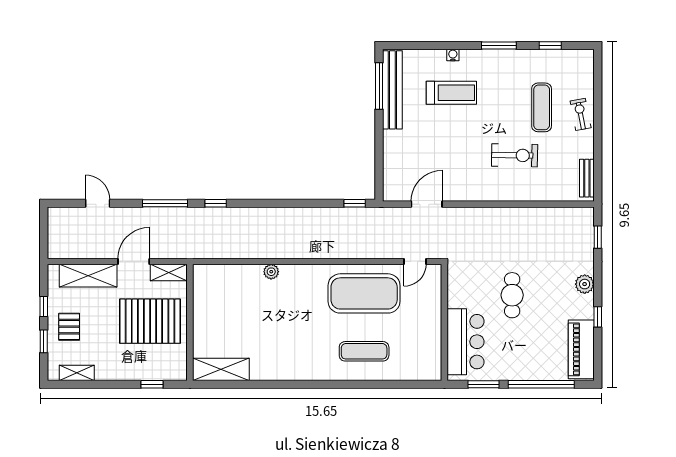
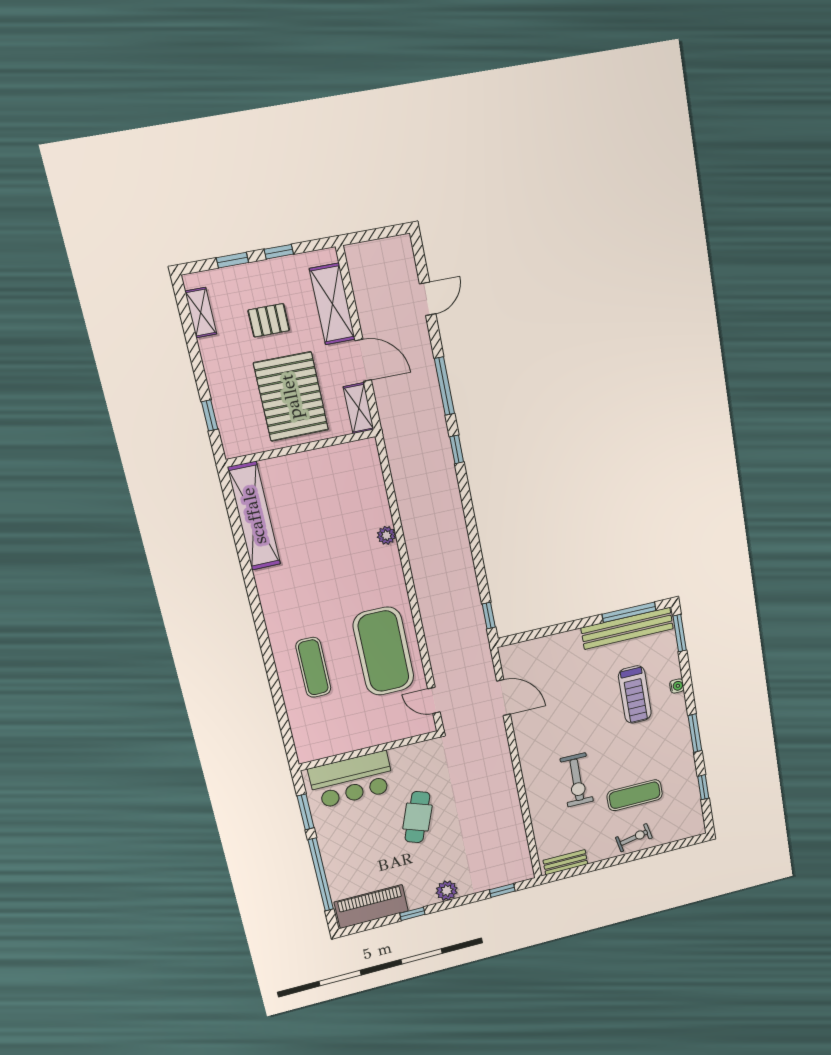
window: (407, 45) -> (680, 633), added
cafe table: (512, 295) -> (417, 817), turned -70
pallet: (69, 327) -> (269, 320), moved
shelving: (221, 369) -> (254, 516), width x1.47

